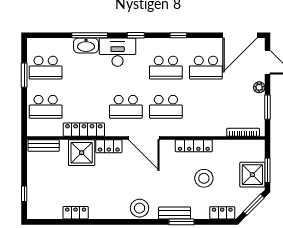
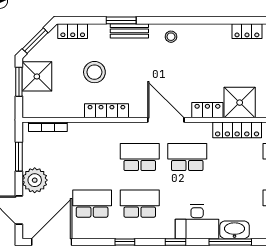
plant: (259, 87) -> (35, 180), width x1.88, depth x1.88
stool: (140, 208) -> (171, 37), width x0.53, depth x0.53

